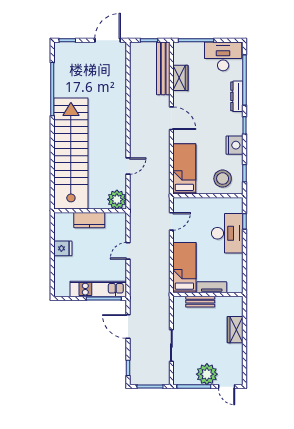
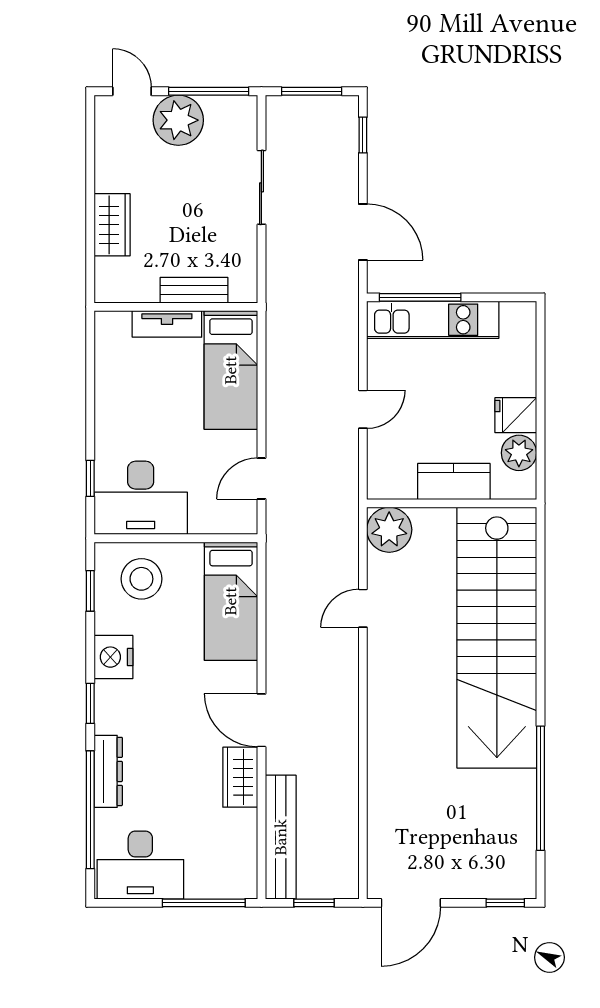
wardrobe: (180, 78) -> (240, 777), moved
plant: (62, 232) -> (519, 453), added
desk: (227, 233) -> (141, 498), moved, turned -90

